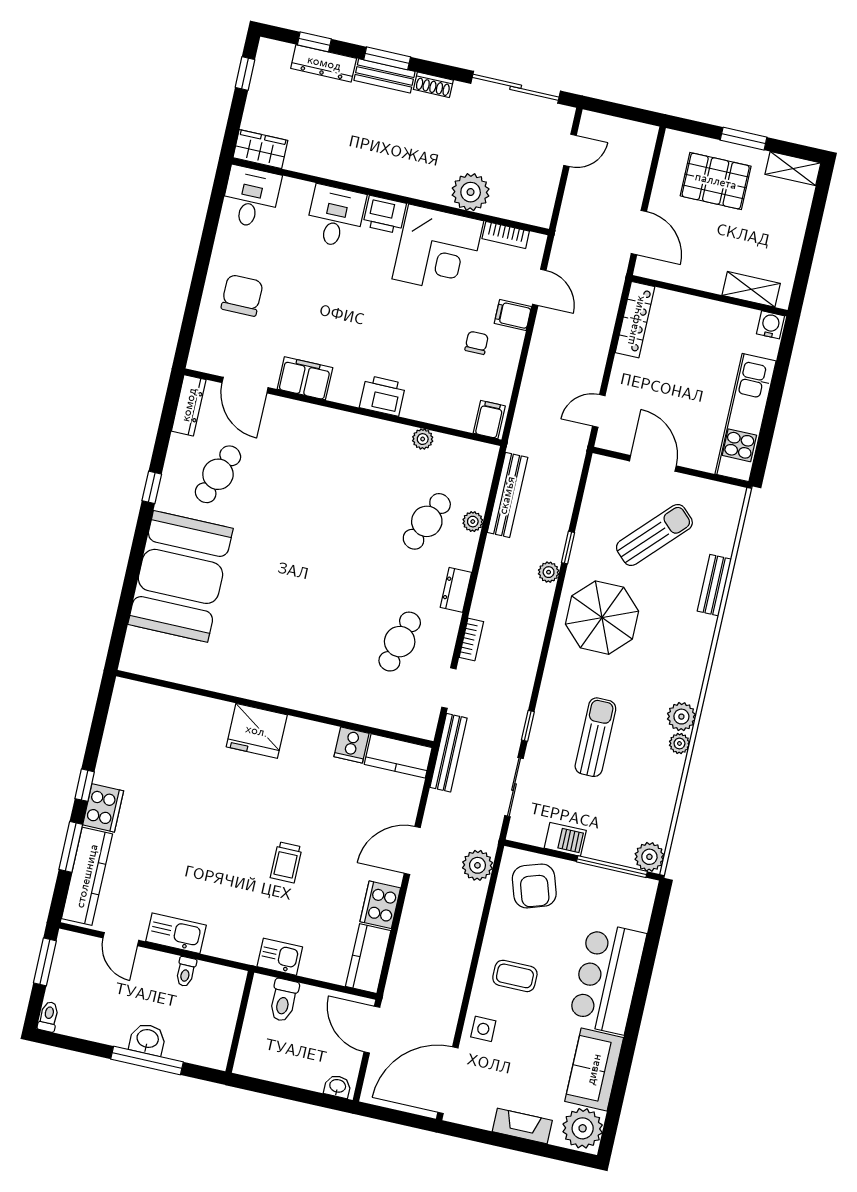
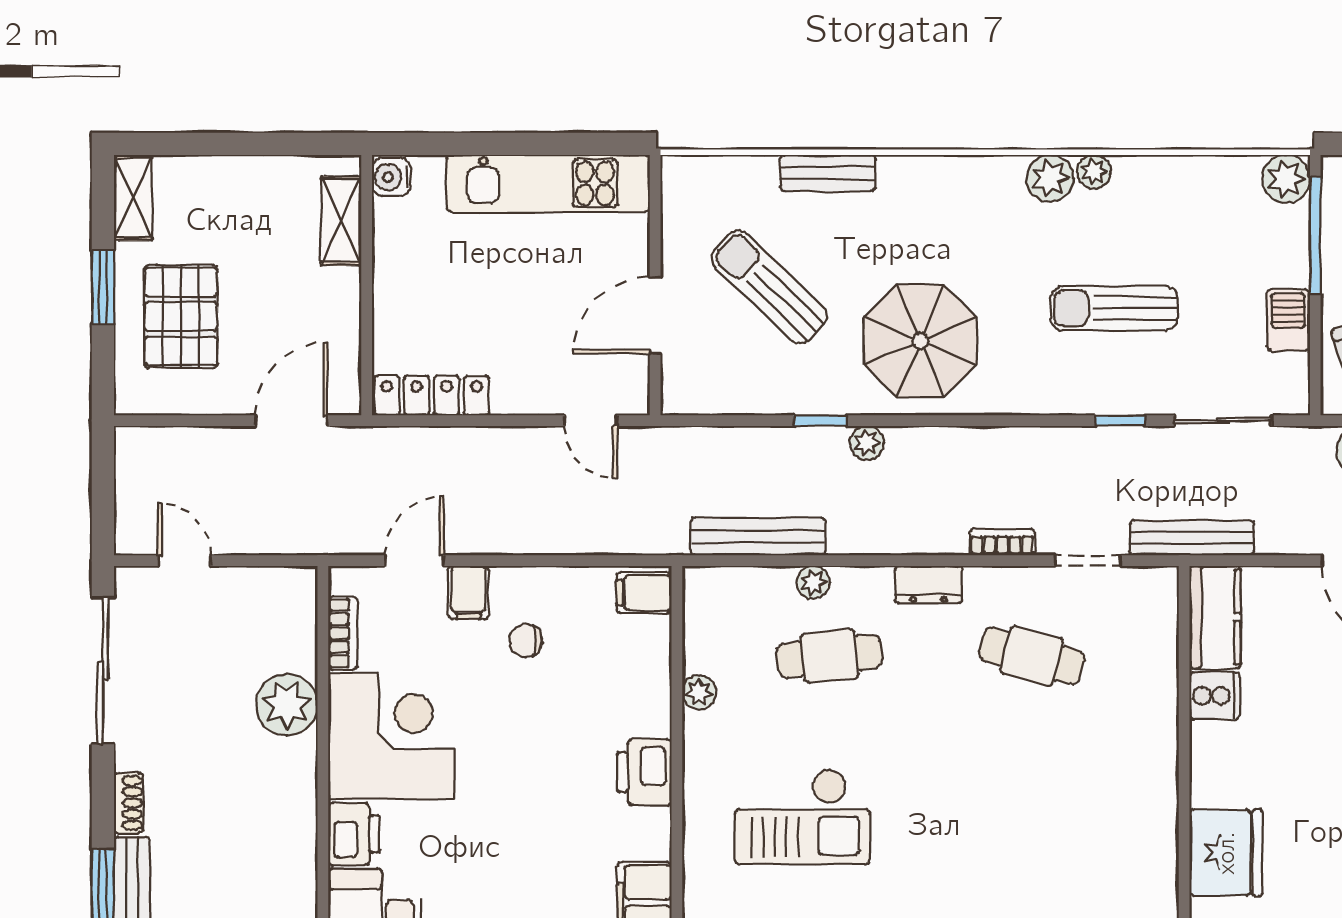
checkout: (335, 484) -> (802, 817), added
cafe table: (427, 521) -> (829, 656), turned -30

